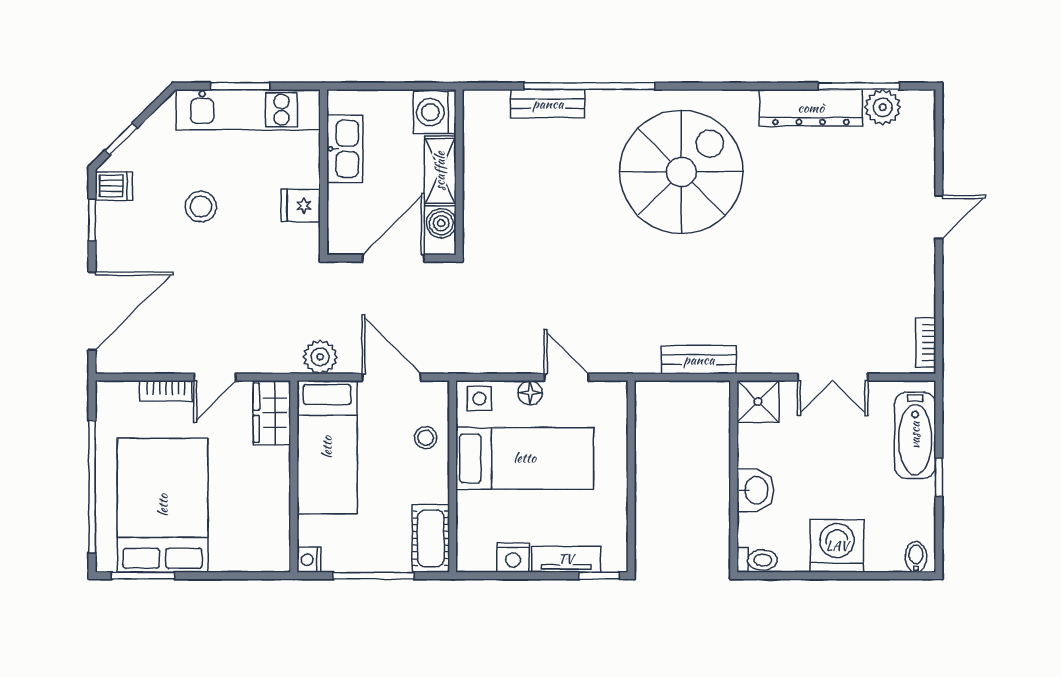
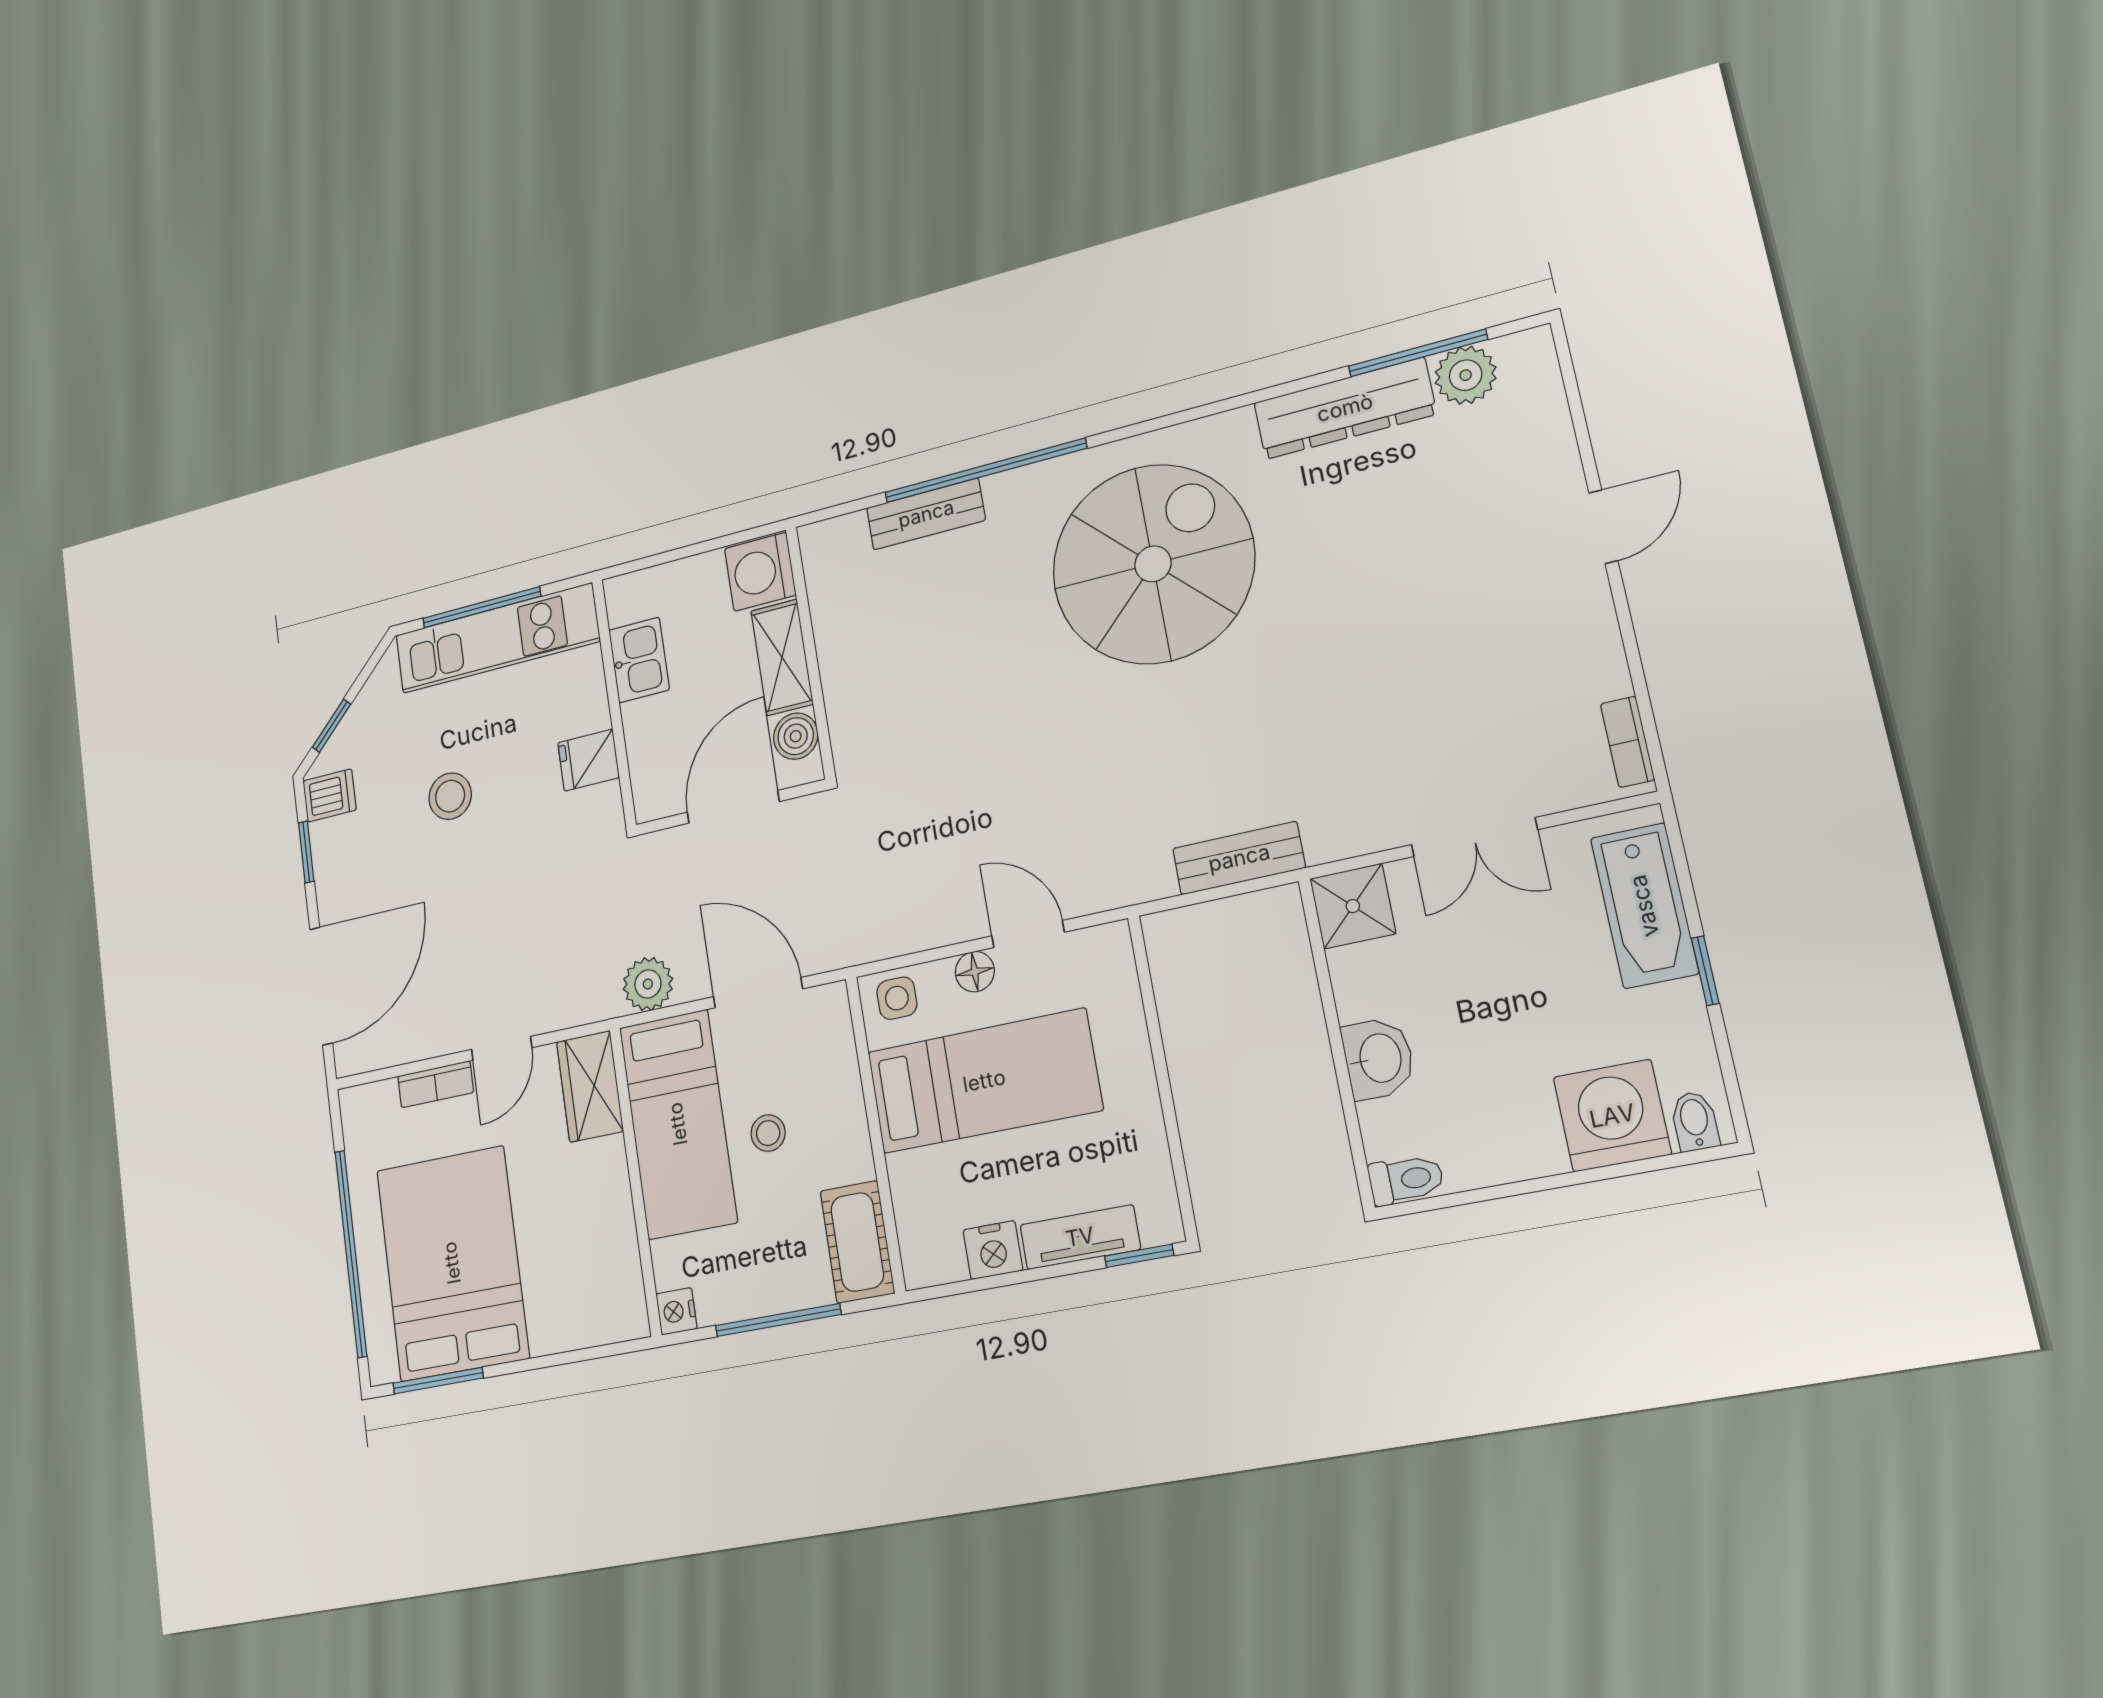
window: (240, 86) -> (482, 607), width x1.44
kitchen sink: (345, 149) -> (639, 660), width x0.73
stool: (426, 438) -> (768, 1133), moved
washing machine: (837, 546) -> (1612, 1116), moved

